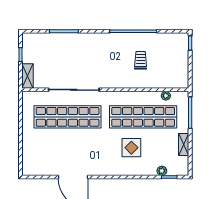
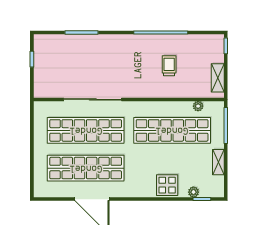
shelving: (28, 76) -> (218, 78), moved
display table: (131, 148) -> (167, 185), moved
shop shelf: (68, 150) -> (86, 168), added

